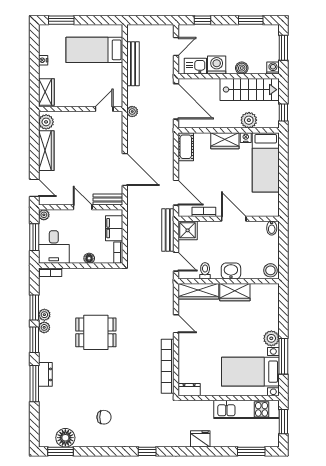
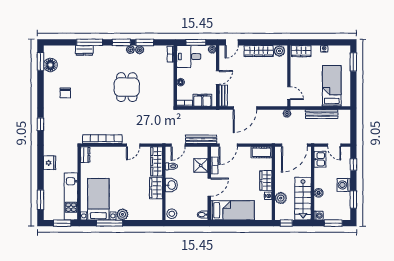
washing machine: (217, 65) -> (344, 185), moved, turned 180
bed: (266, 162) -> (232, 210), moved, turned 180
shower: (188, 230) -> (201, 165), moved
dresser: (45, 374) -> (84, 50), moved

